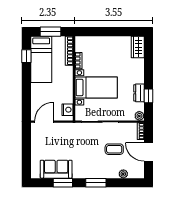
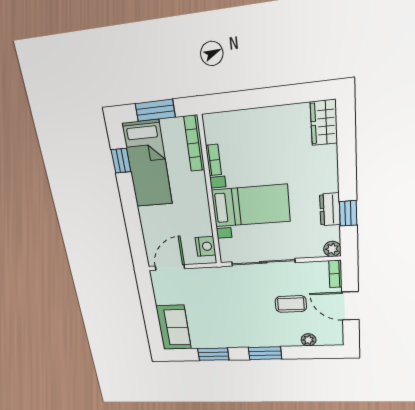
sofa: (56, 169) -> (174, 327), moved, turned 90

